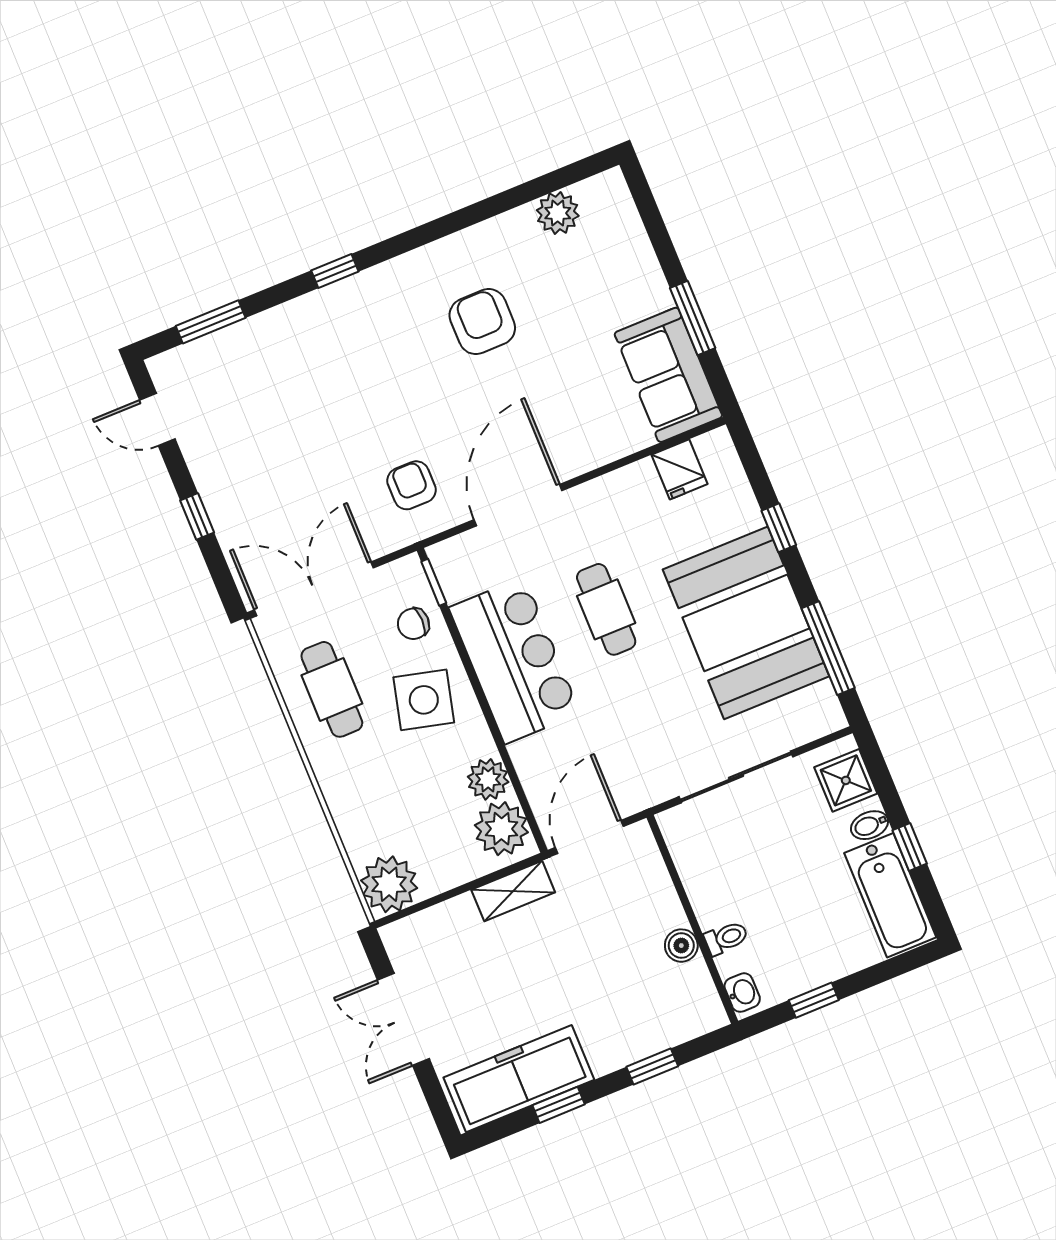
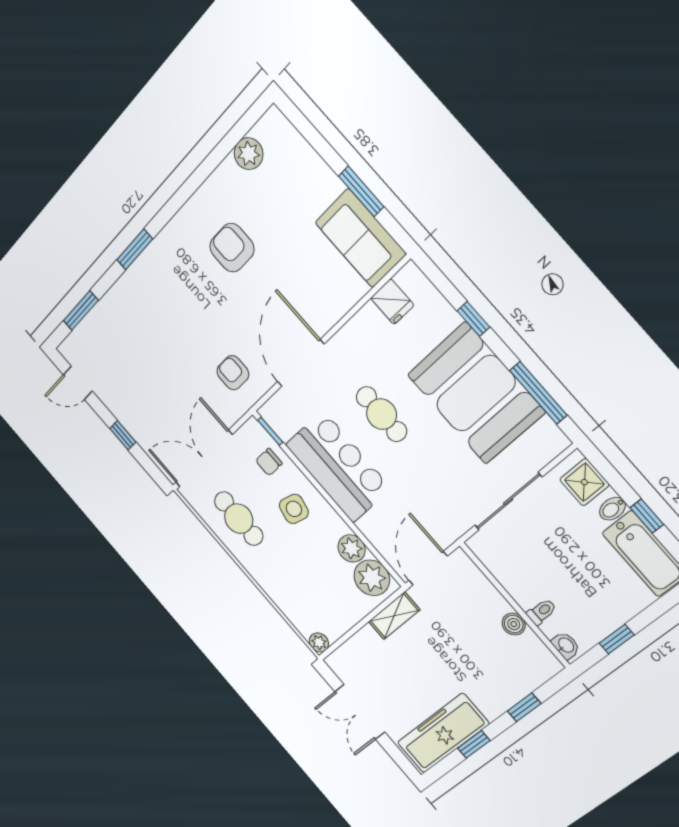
window: (335, 271) -> (135, 249), width x1.50
side table: (424, 700) -> (294, 509), width x0.73, depth x0.73
plant: (389, 884) -> (319, 642), width x0.53, depth x0.53

